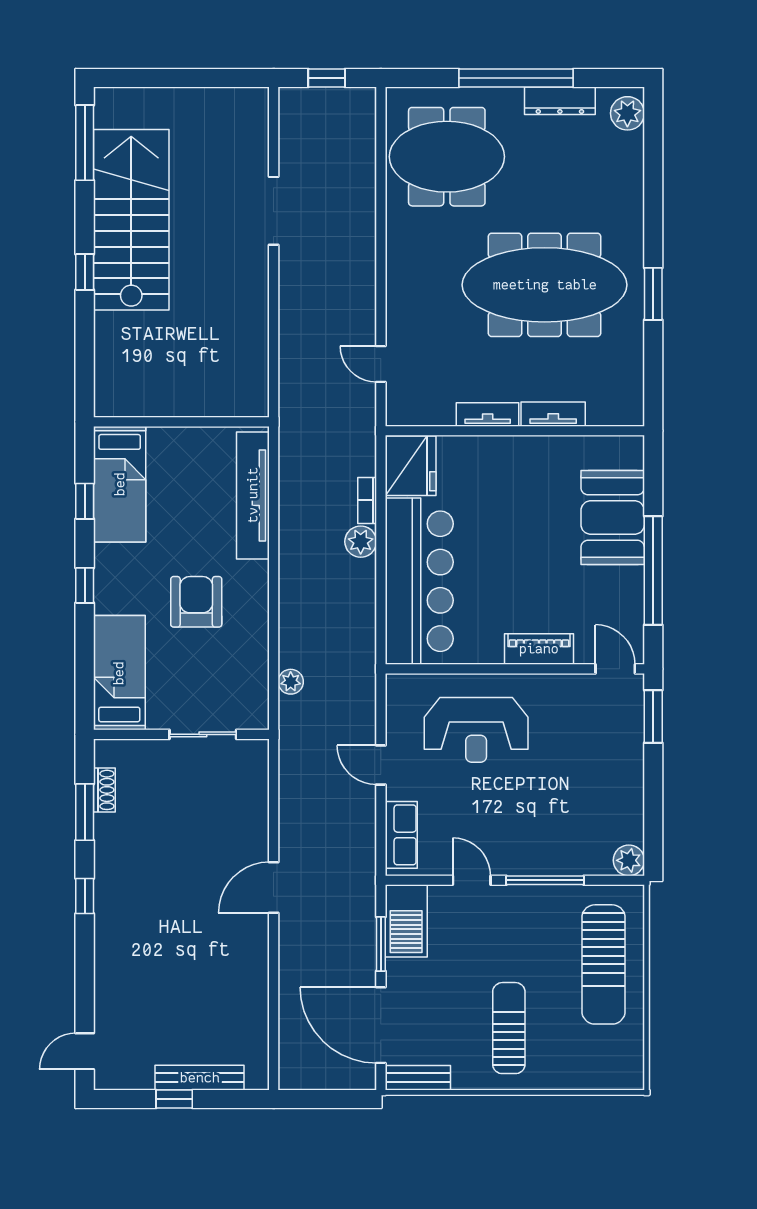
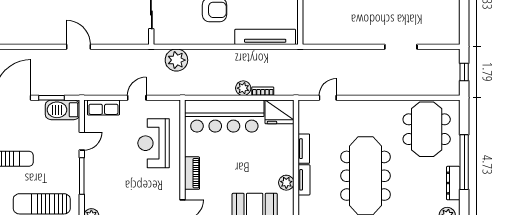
plant: (559, 451) -> (286, 183), added
plant: (291, 682) -> (176, 60), width x1.88, depth x1.88

